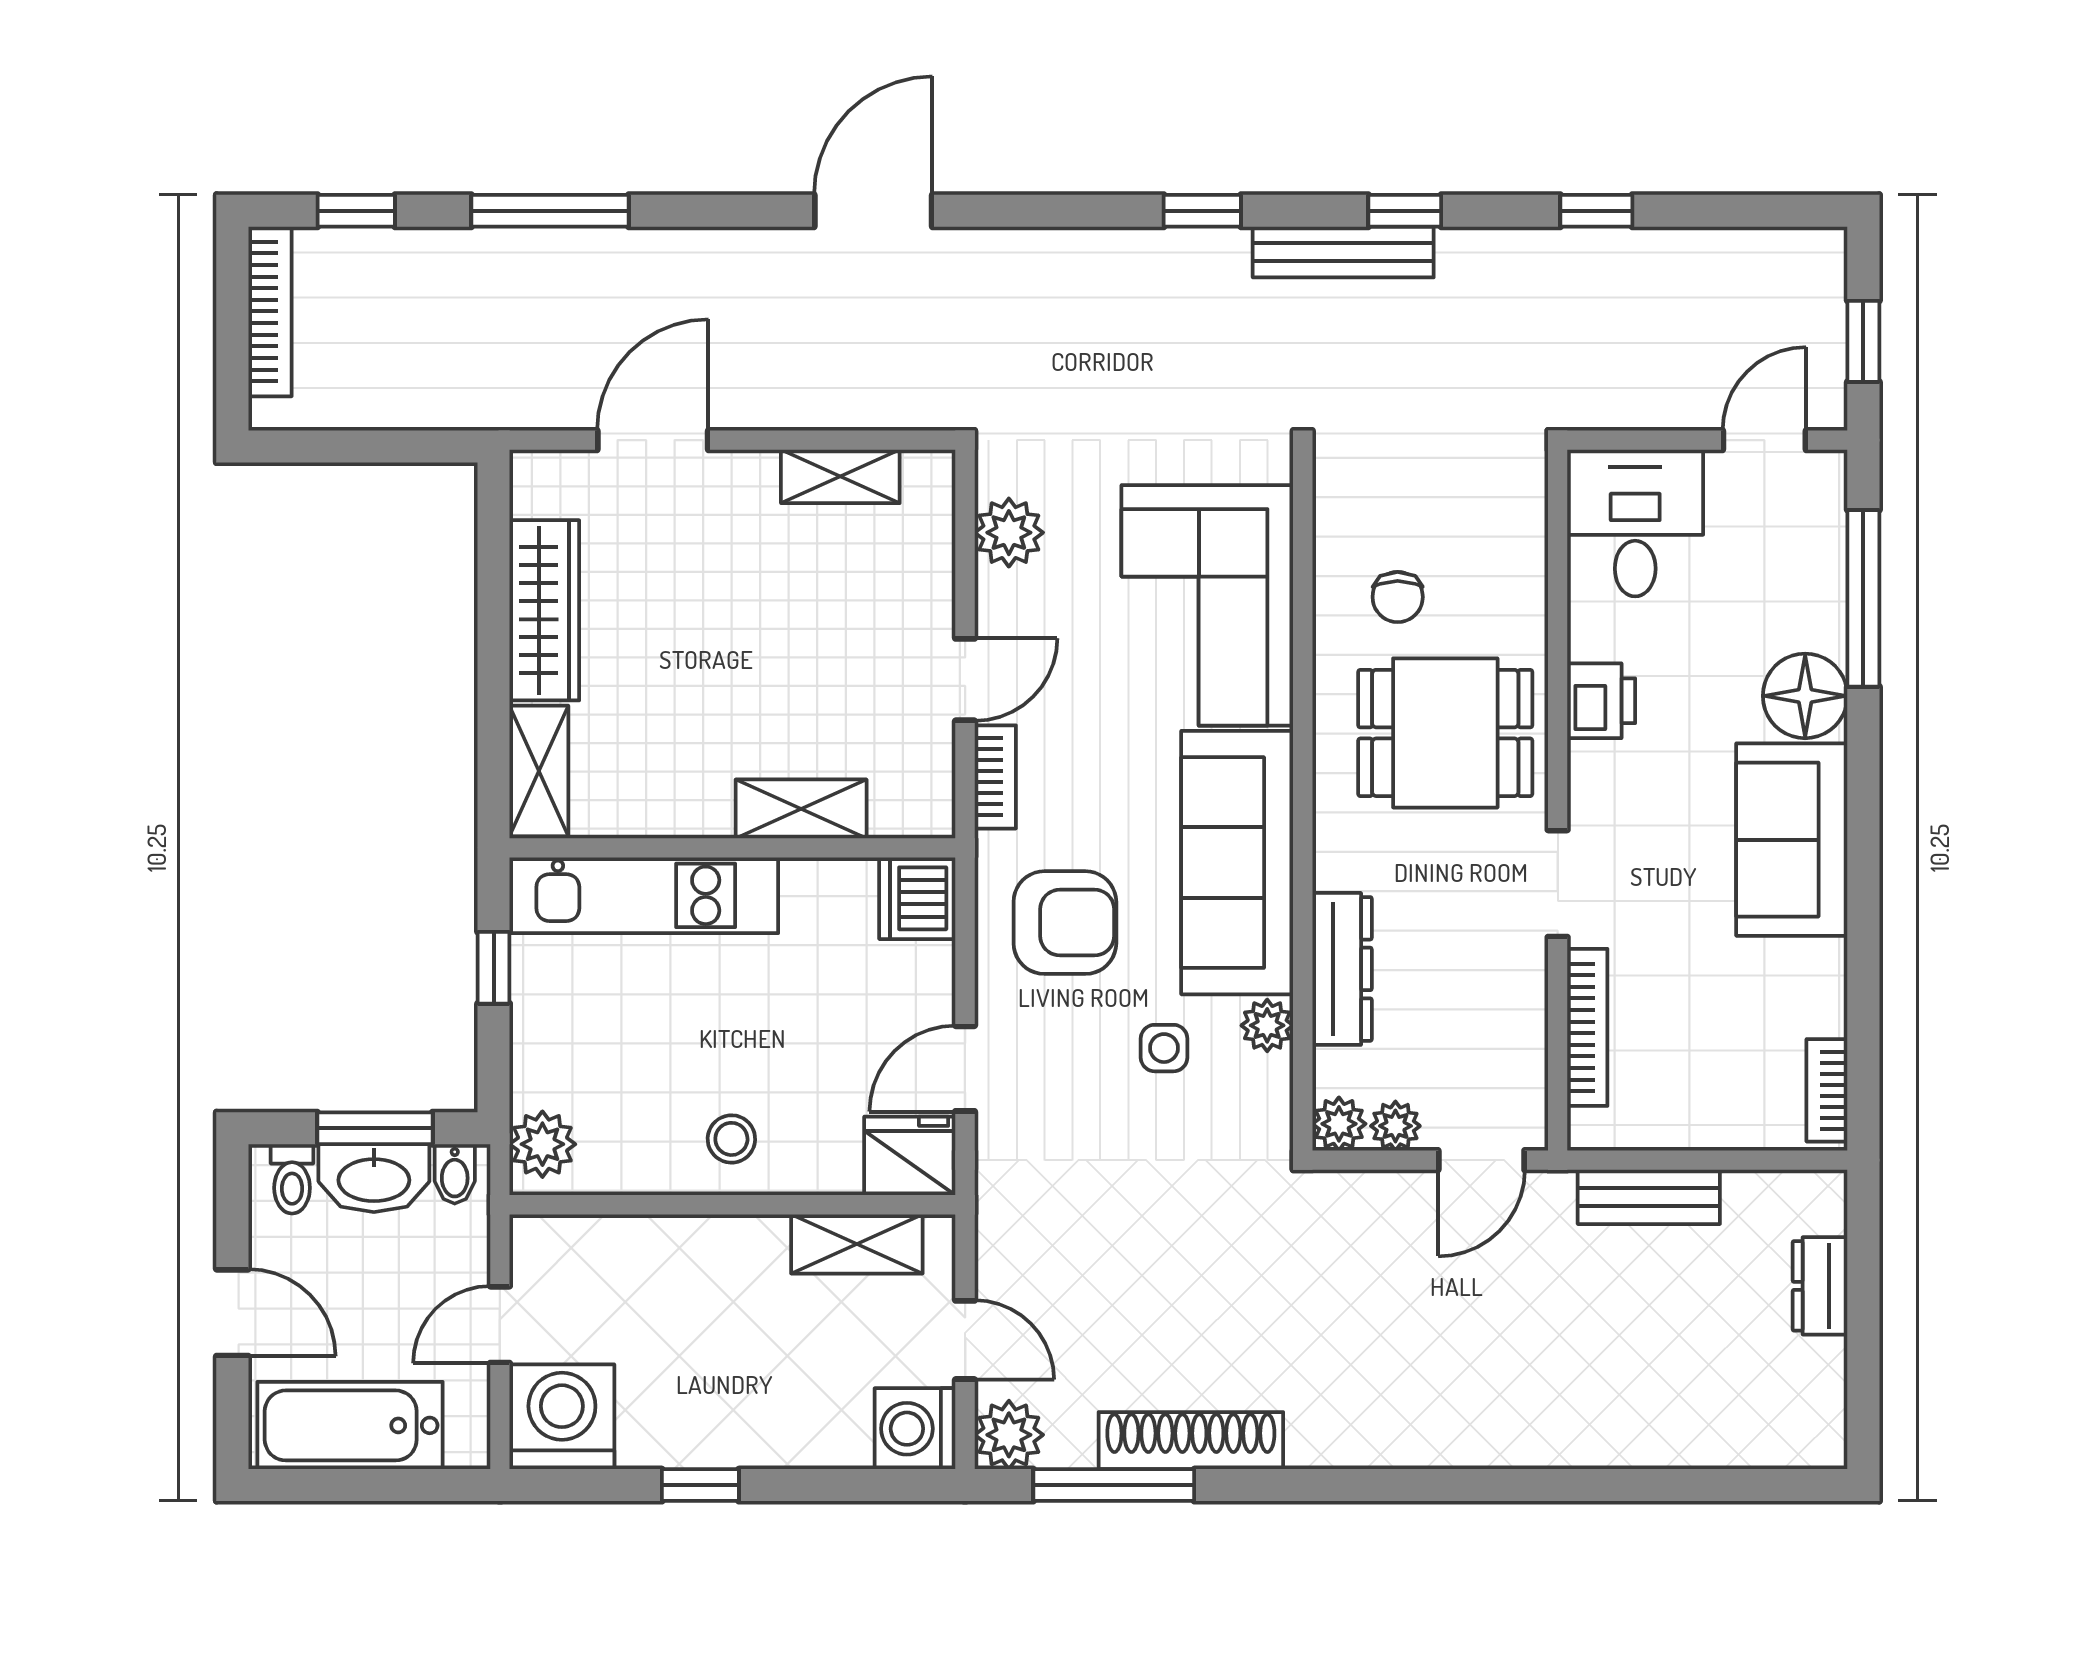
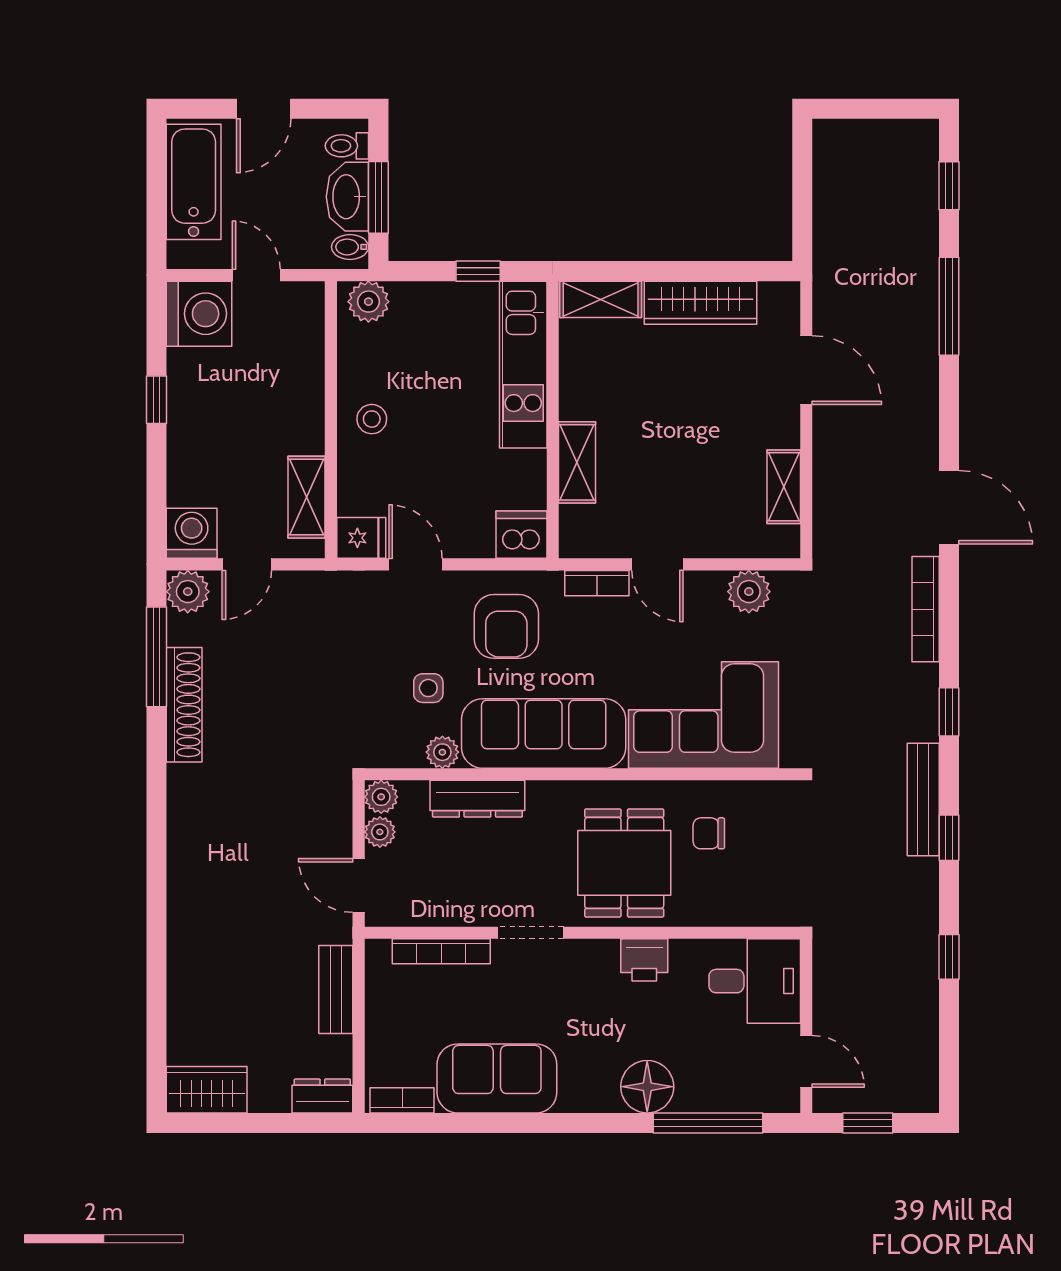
bookcase: (270, 311) -> (926, 609), moved, turned 90
sofa: (1792, 840) -> (497, 1078), moved
fridge: (910, 1156) -> (361, 538), width x0.72
dresser: (1820, 1286) -> (322, 1096), moved
wardrobe: (1810, 1404) -> (207, 1090), added

